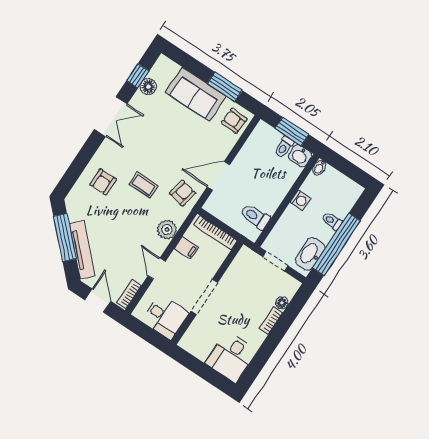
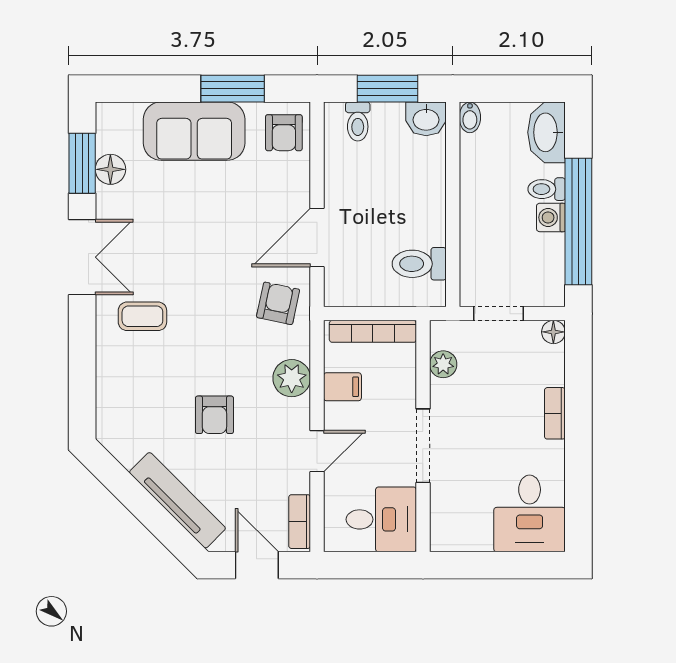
window: (138, 76) -> (82, 163), width x1.50
armchair: (234, 121) -> (284, 133), turned -93
toilet: (284, 147) -> (358, 121), moved
armchair: (103, 182) -> (214, 415), moved
coffee table: (144, 185) -> (142, 316), moved
washing machine: (300, 200) -> (551, 217), moved, turned 180
window: (65, 238) -> (137, 499), removed
washbasin: (310, 254) -> (547, 132), moved
plant: (237, 267) -> (443, 364), added
door: (157, 269) -> (317, 451), swing flipped
floor lamp: (282, 303) -> (553, 332), moved

